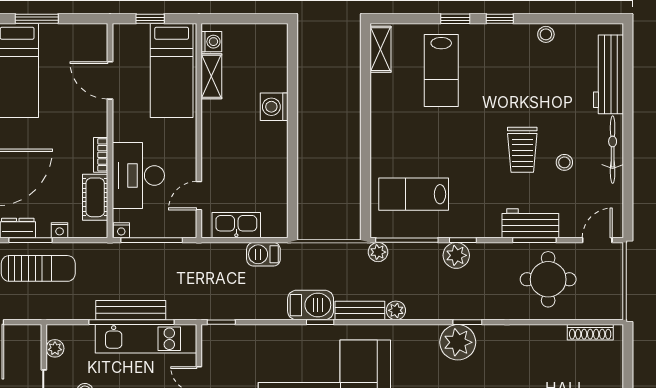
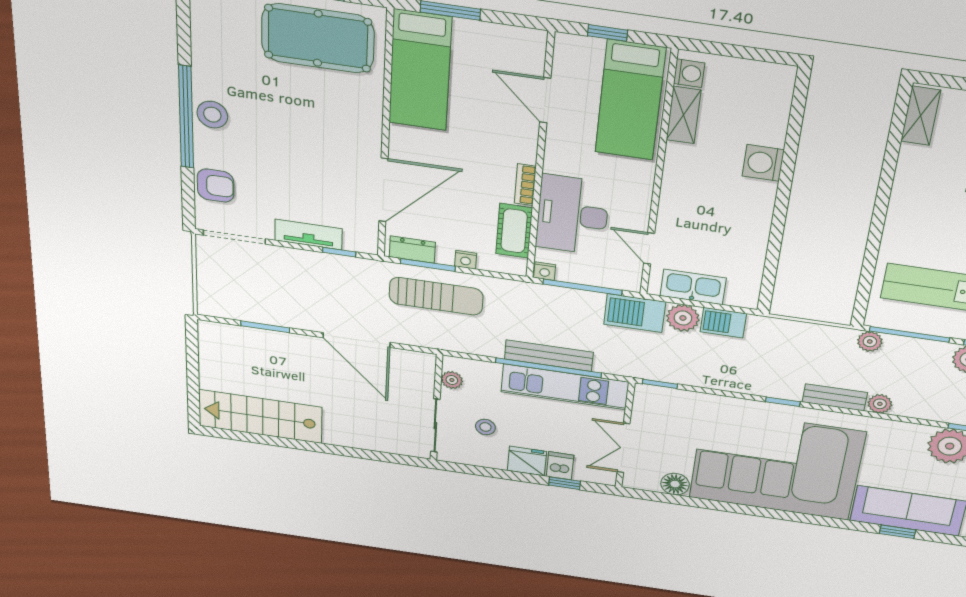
door: (199, 196) -> (649, 248), hinge flipped
plant: (232, 255) -> (683, 318), added
barbecue: (311, 305) -> (635, 313), moved, turned 180

